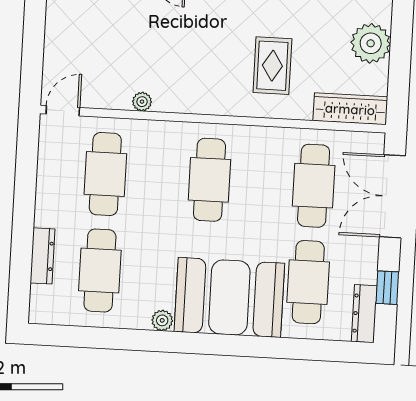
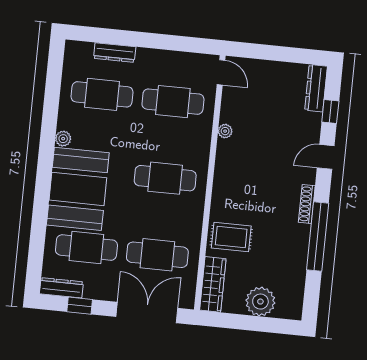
rug: (272, 66) -> (231, 237), moved

